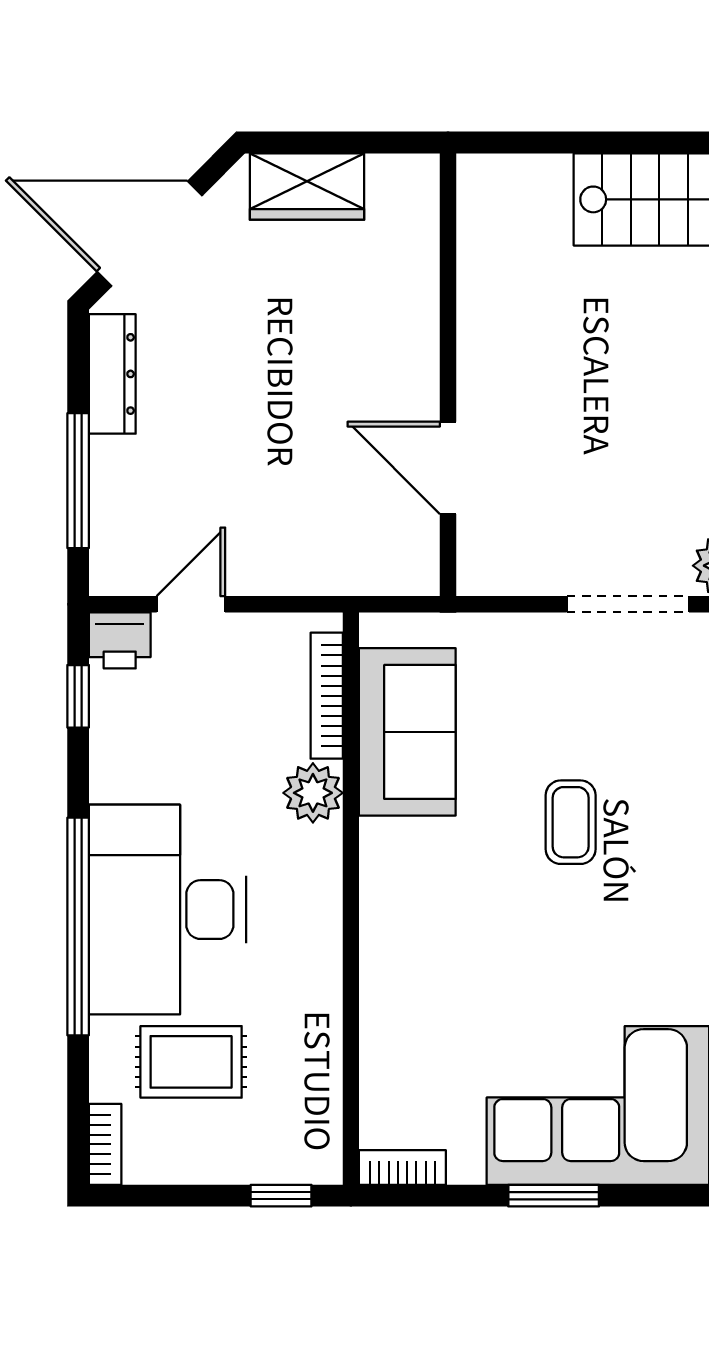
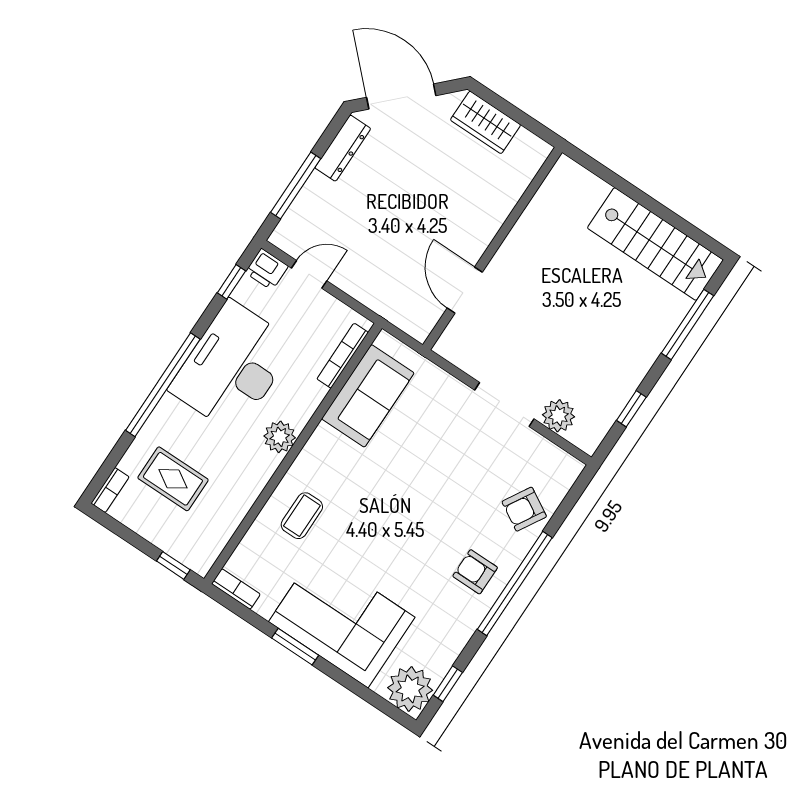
plant: (313, 793) -> (280, 437), moved
coffee table: (571, 822) -> (302, 516), moved
desk: (167, 910) -> (232, 367), moved

